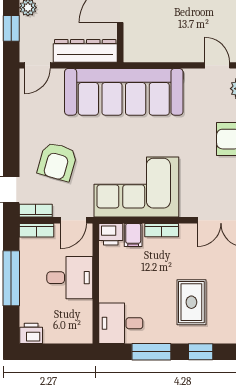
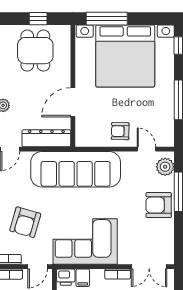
armchair: (183, 42) -> (120, 131), added
bookcase: (162, 230) -> (118, 274), moved

